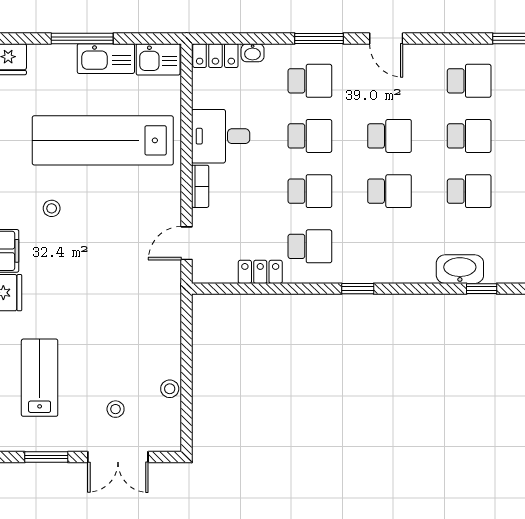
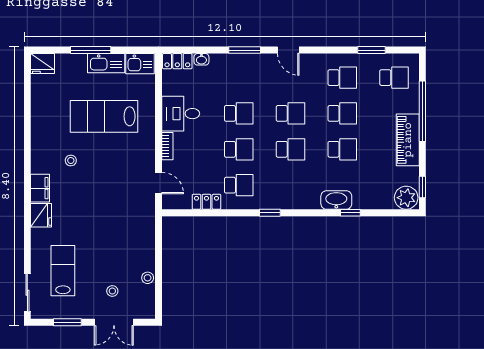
school desk: (310, 81) -> (239, 78), removed
lab bench: (103, 140) -> (104, 116), width x0.73
door: (187, 243) -> (159, 183), swing flipped

